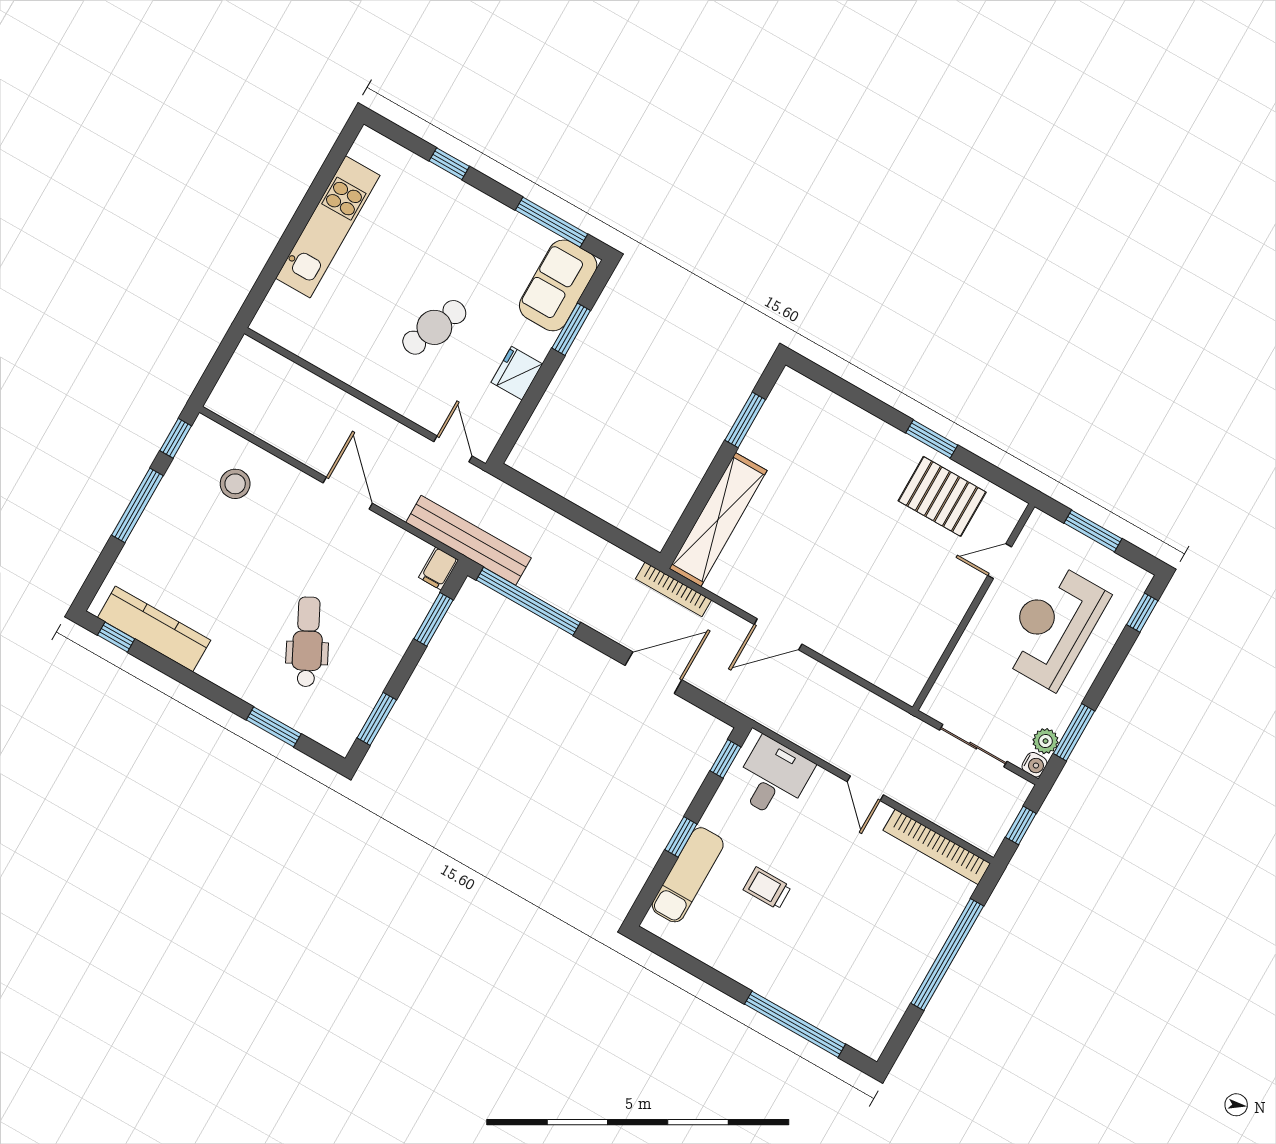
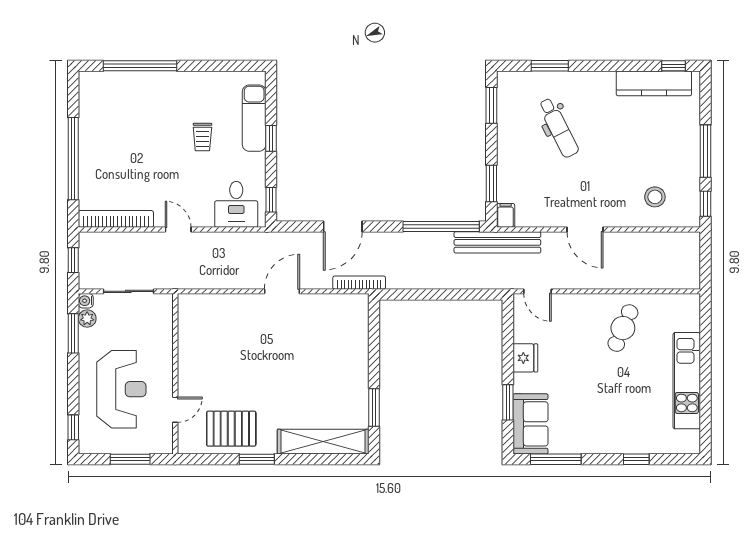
cafe table: (434, 327) -> (623, 328), moved
shelving: (718, 520) -> (323, 442), moved, turned 90
trolley: (767, 888) -> (202, 137), turned 90

